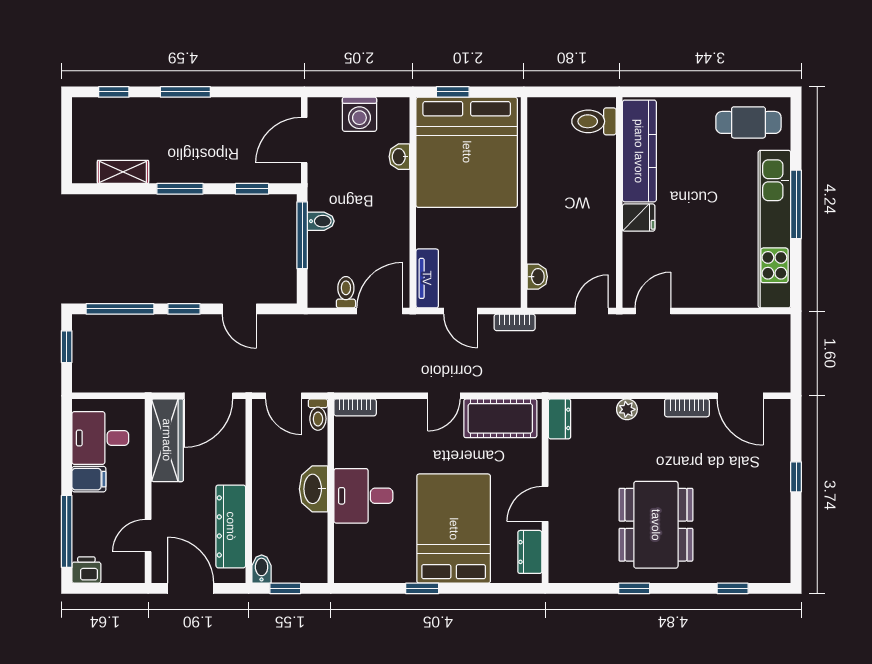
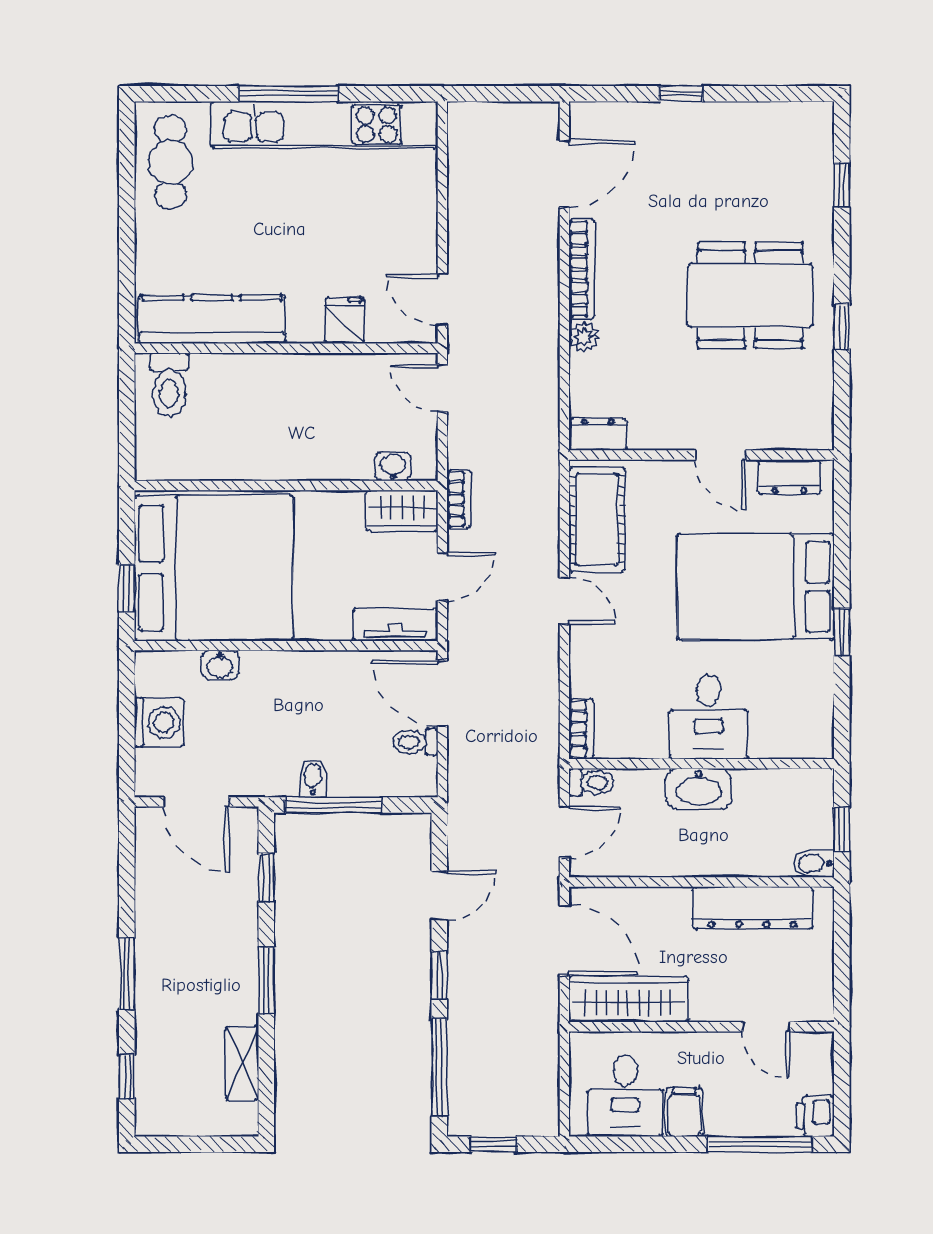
fridge: (639, 218) -> (345, 320), moved
wardrobe: (506, 283) -> (402, 511), added
bookcase: (687, 408) -> (582, 269), width x1.56
door: (191, 588) -> (842, 966), removed

